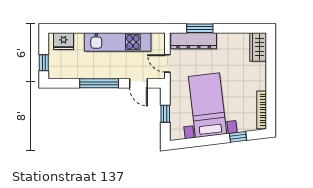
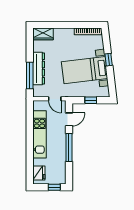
window: (200, 28) -> (30, 76), width x1.44
dresser: (194, 41) -> (39, 69), moved
door: (167, 63) -> (55, 99), hinge flipped
window: (238, 137) -> (109, 60), moved

